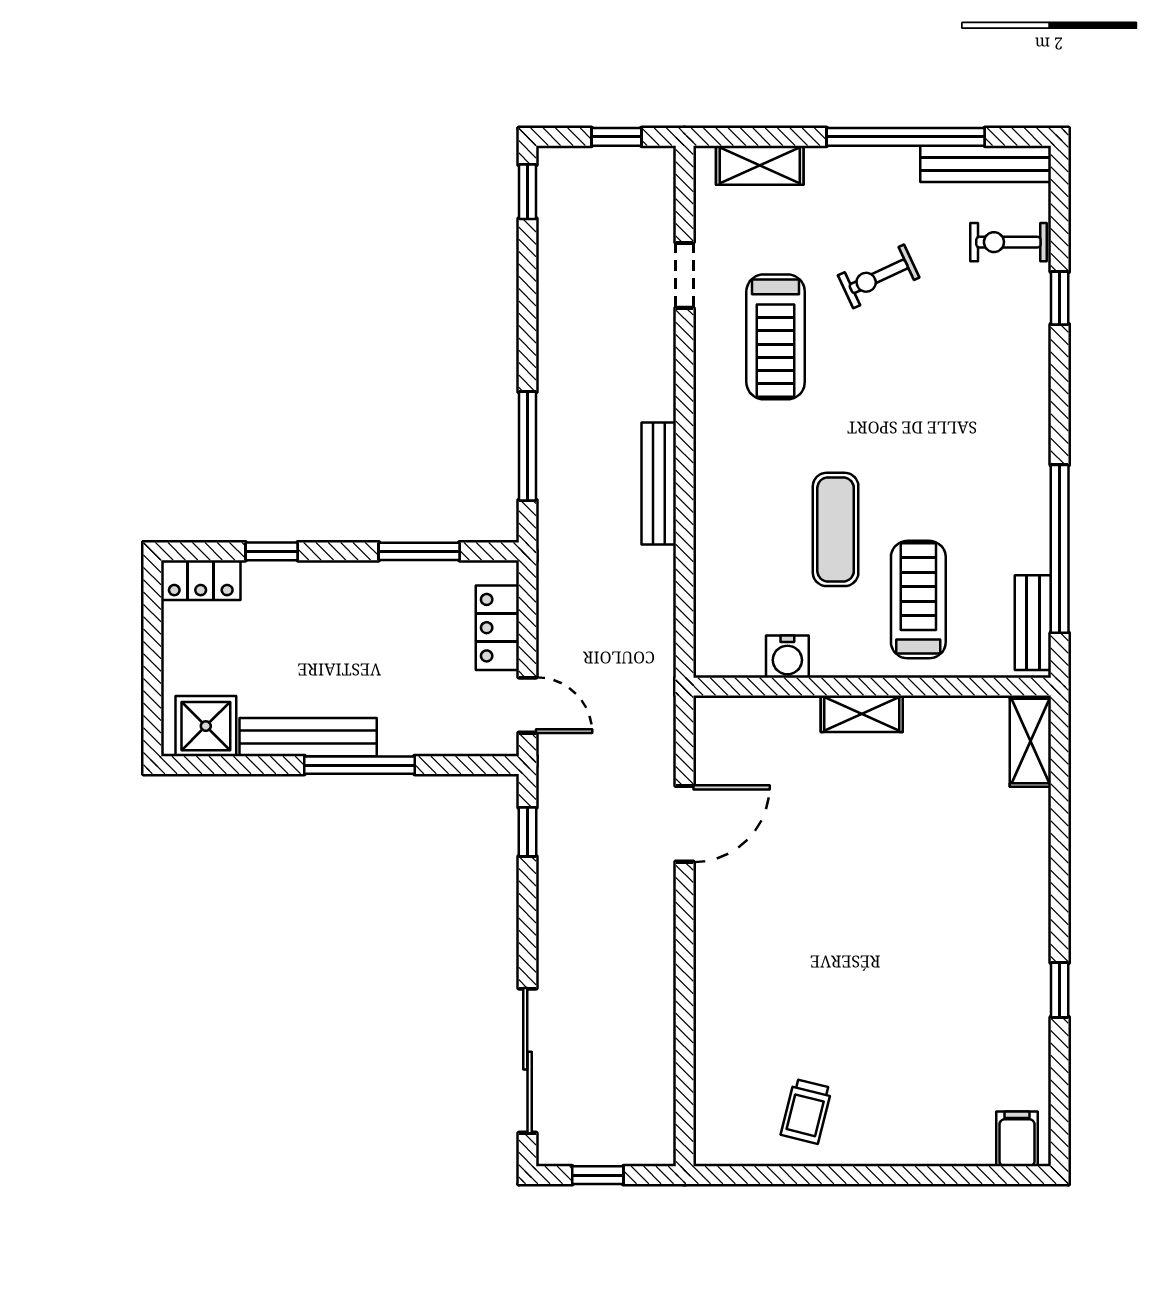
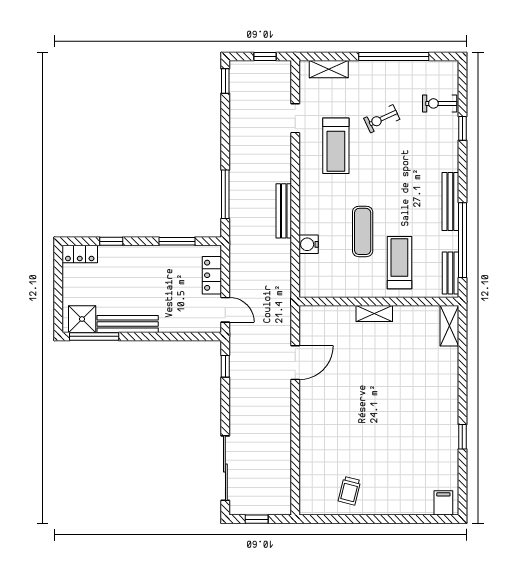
bench: (986, 164) -> (450, 201), moved, turned 90
water cooler: (787, 657) -> (309, 244), moved, turned 90
window: (359, 765) -> (94, 336), moved

